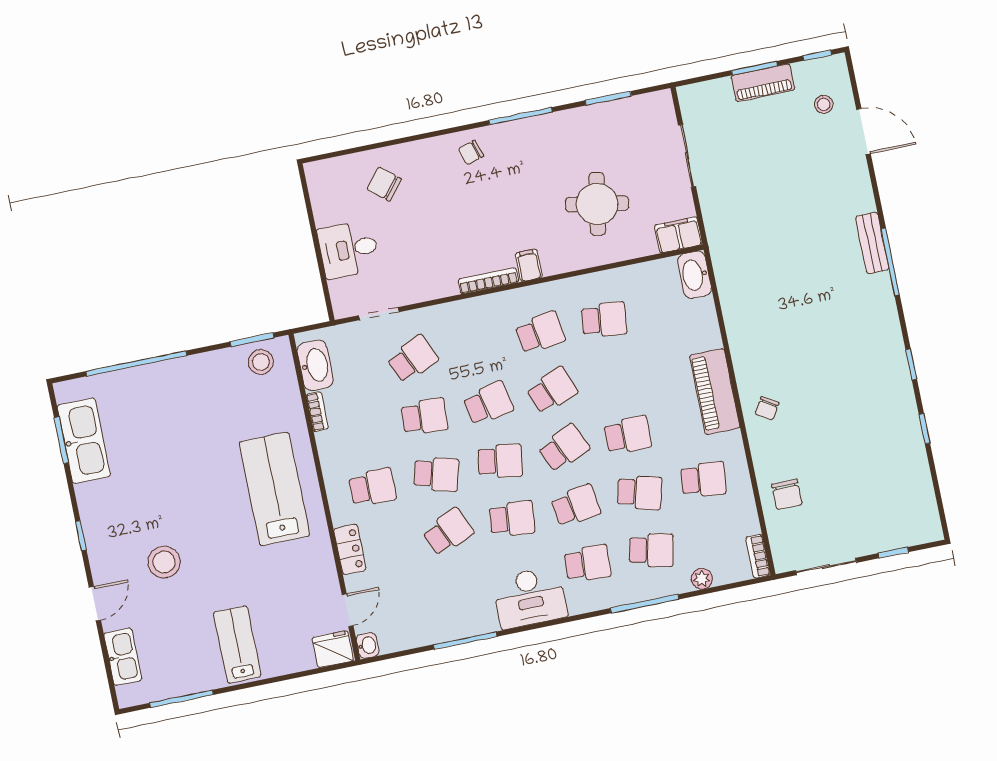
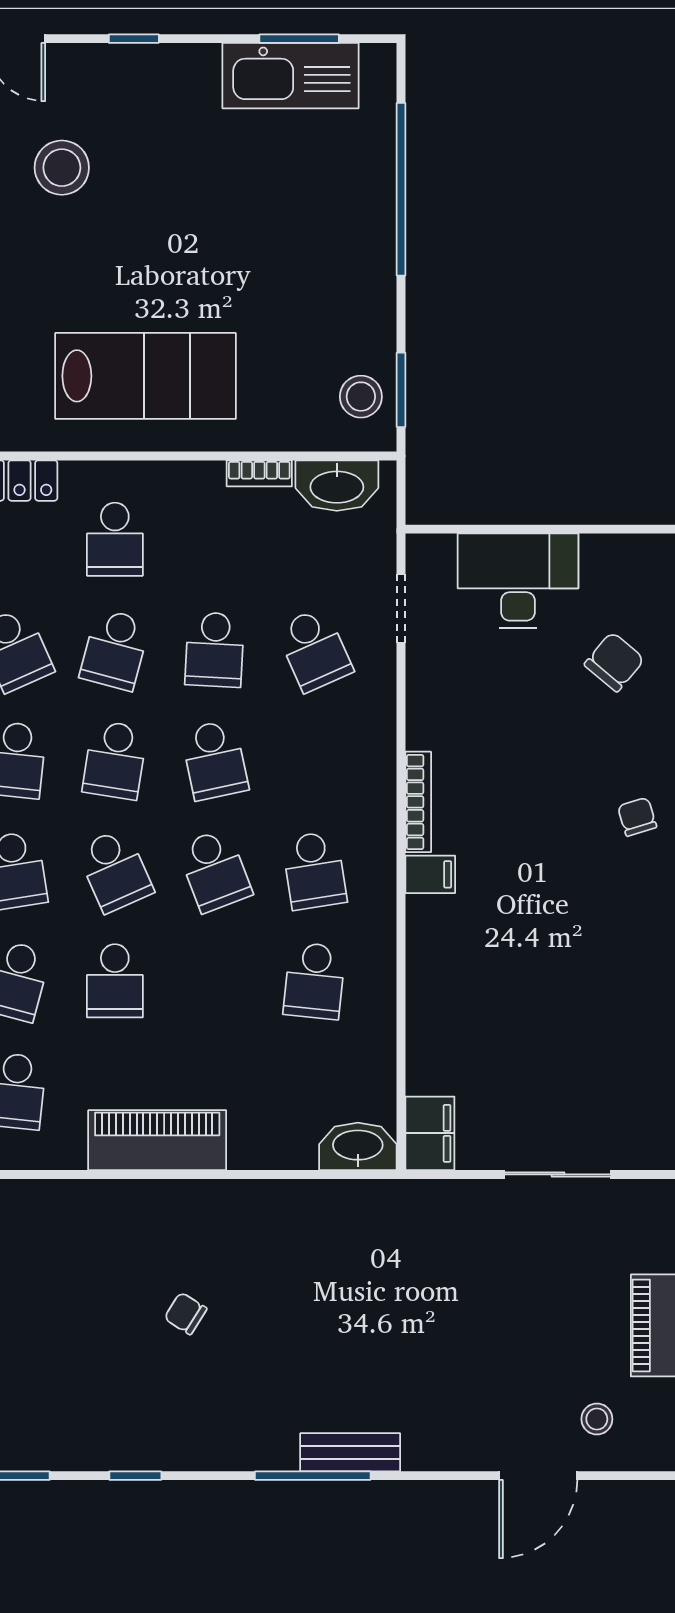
round table: (597, 204) -> (509, 1009), removed
desk: (349, 249) -> (518, 581), width x1.37
chair: (767, 408) -> (185, 1313), moved

